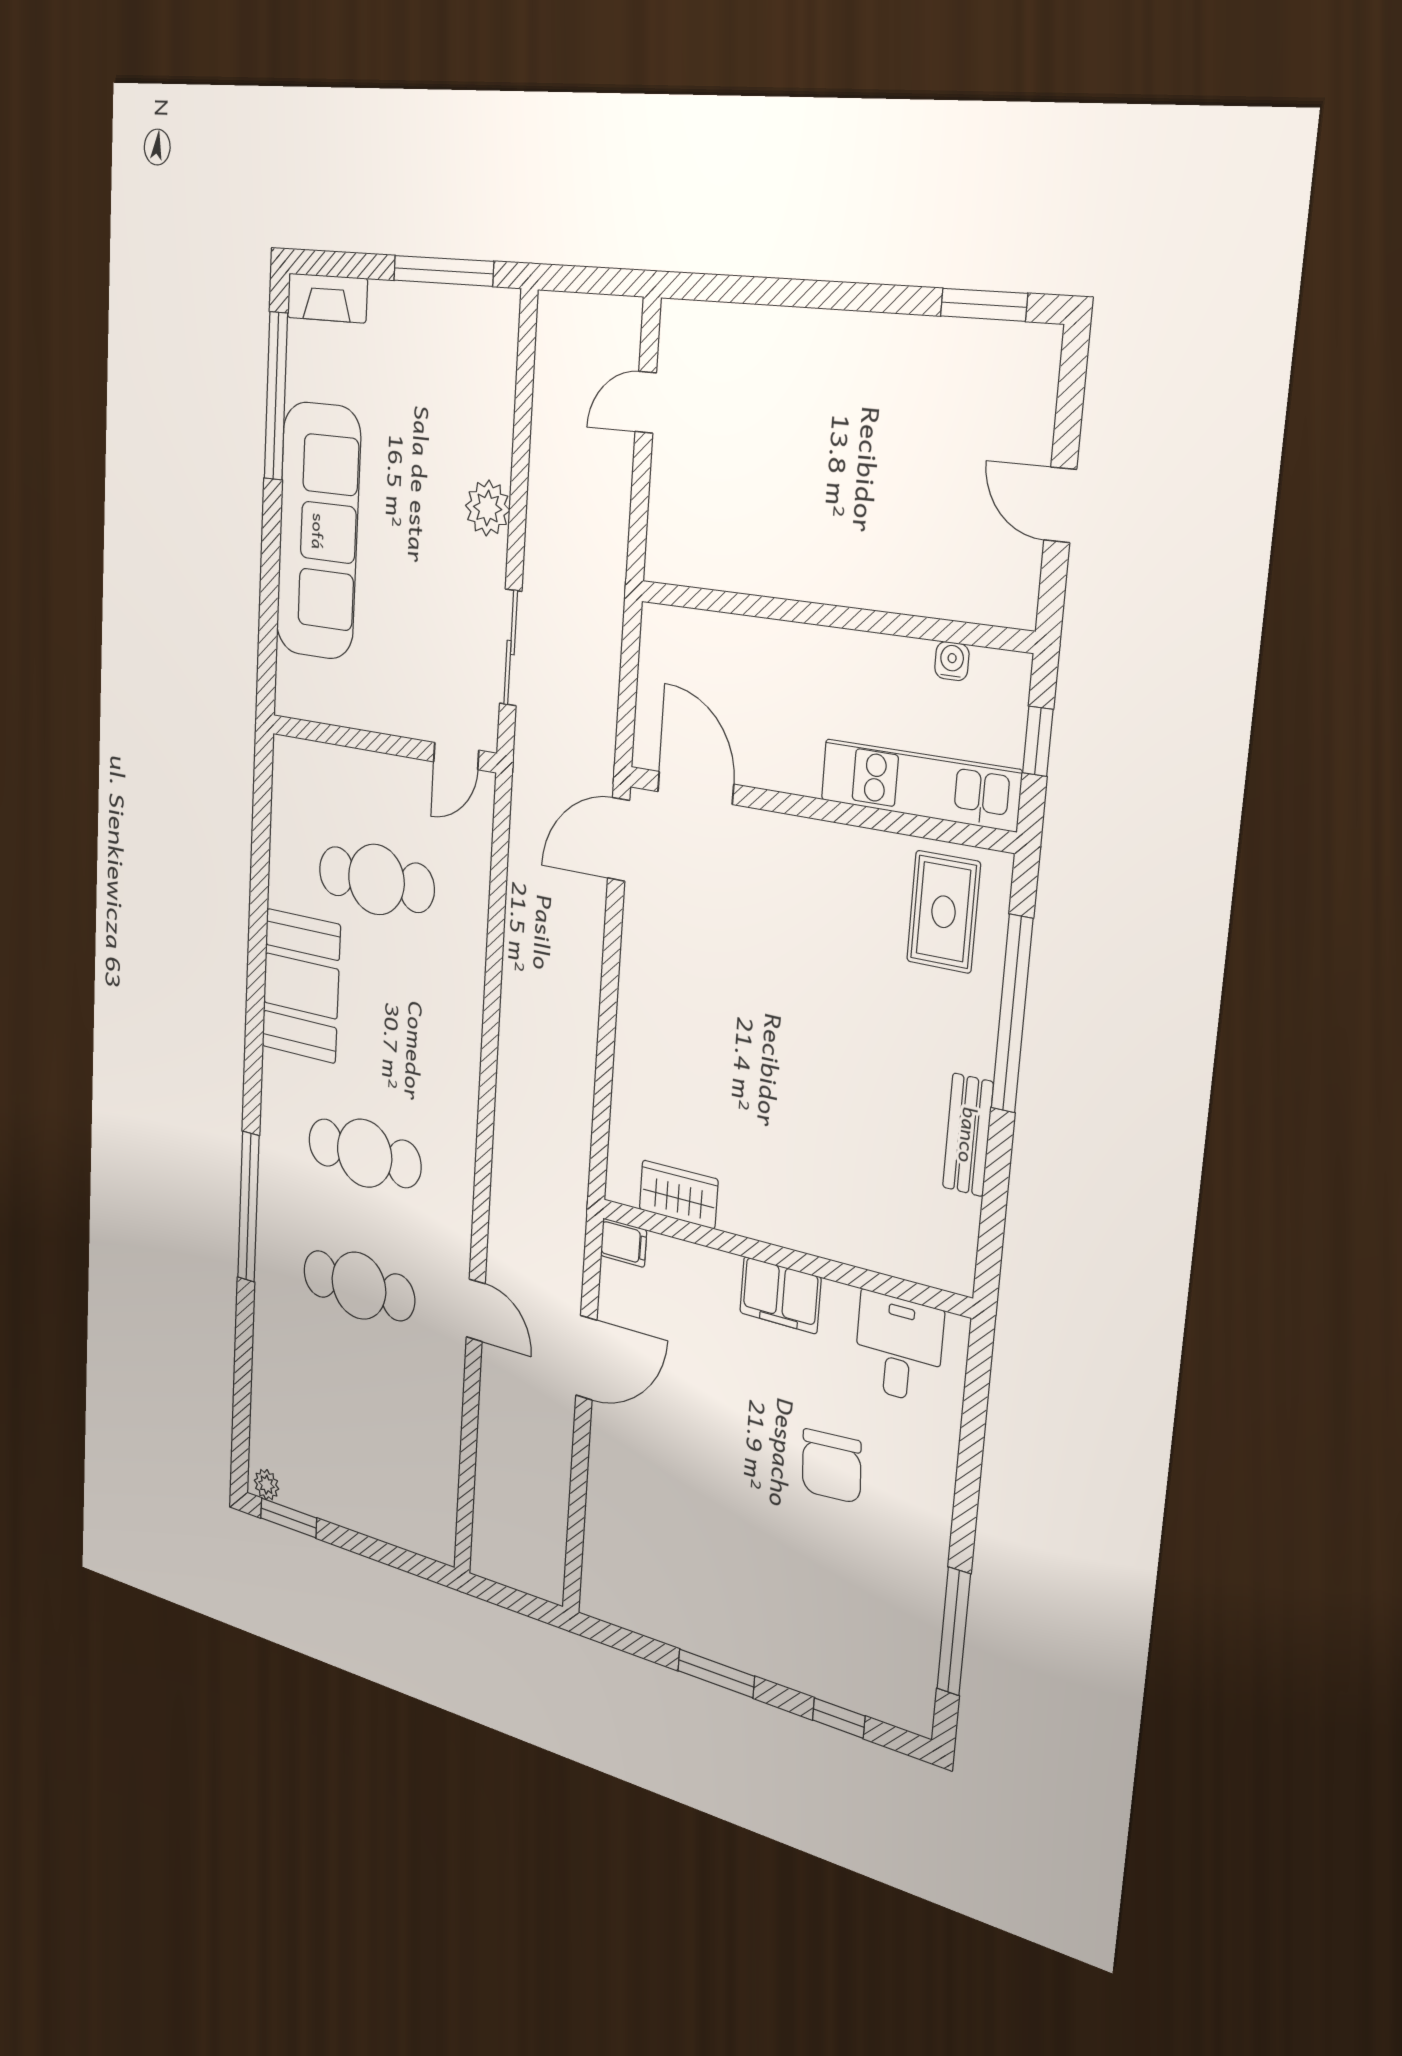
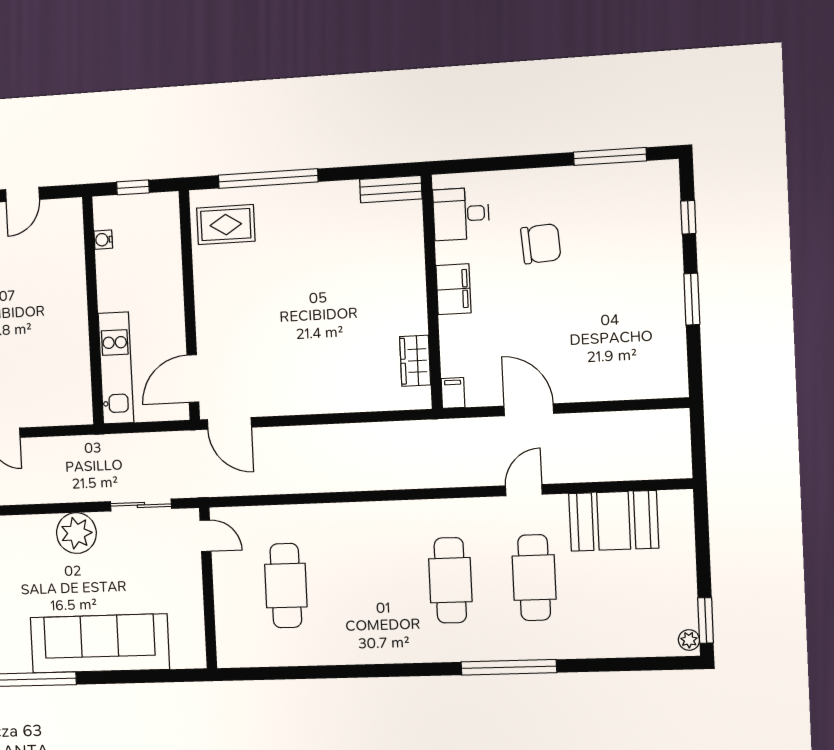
plant: (488, 508) -> (76, 533), width x1.36, depth x1.36
kitchen unit: (920, 785) -> (116, 368), moved, turned 180
booth: (301, 986) -> (614, 521), moved
bench: (968, 1135) -> (391, 189), moved

